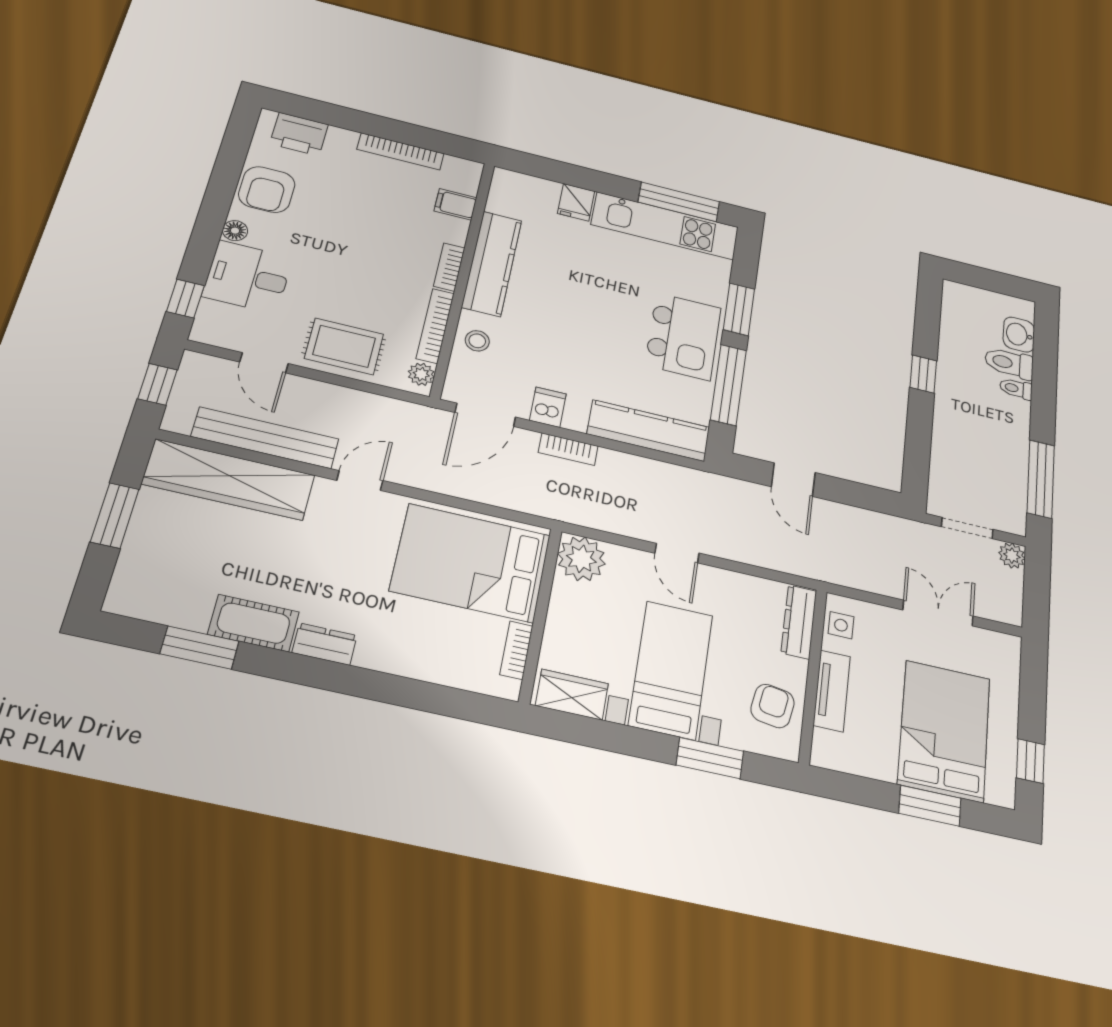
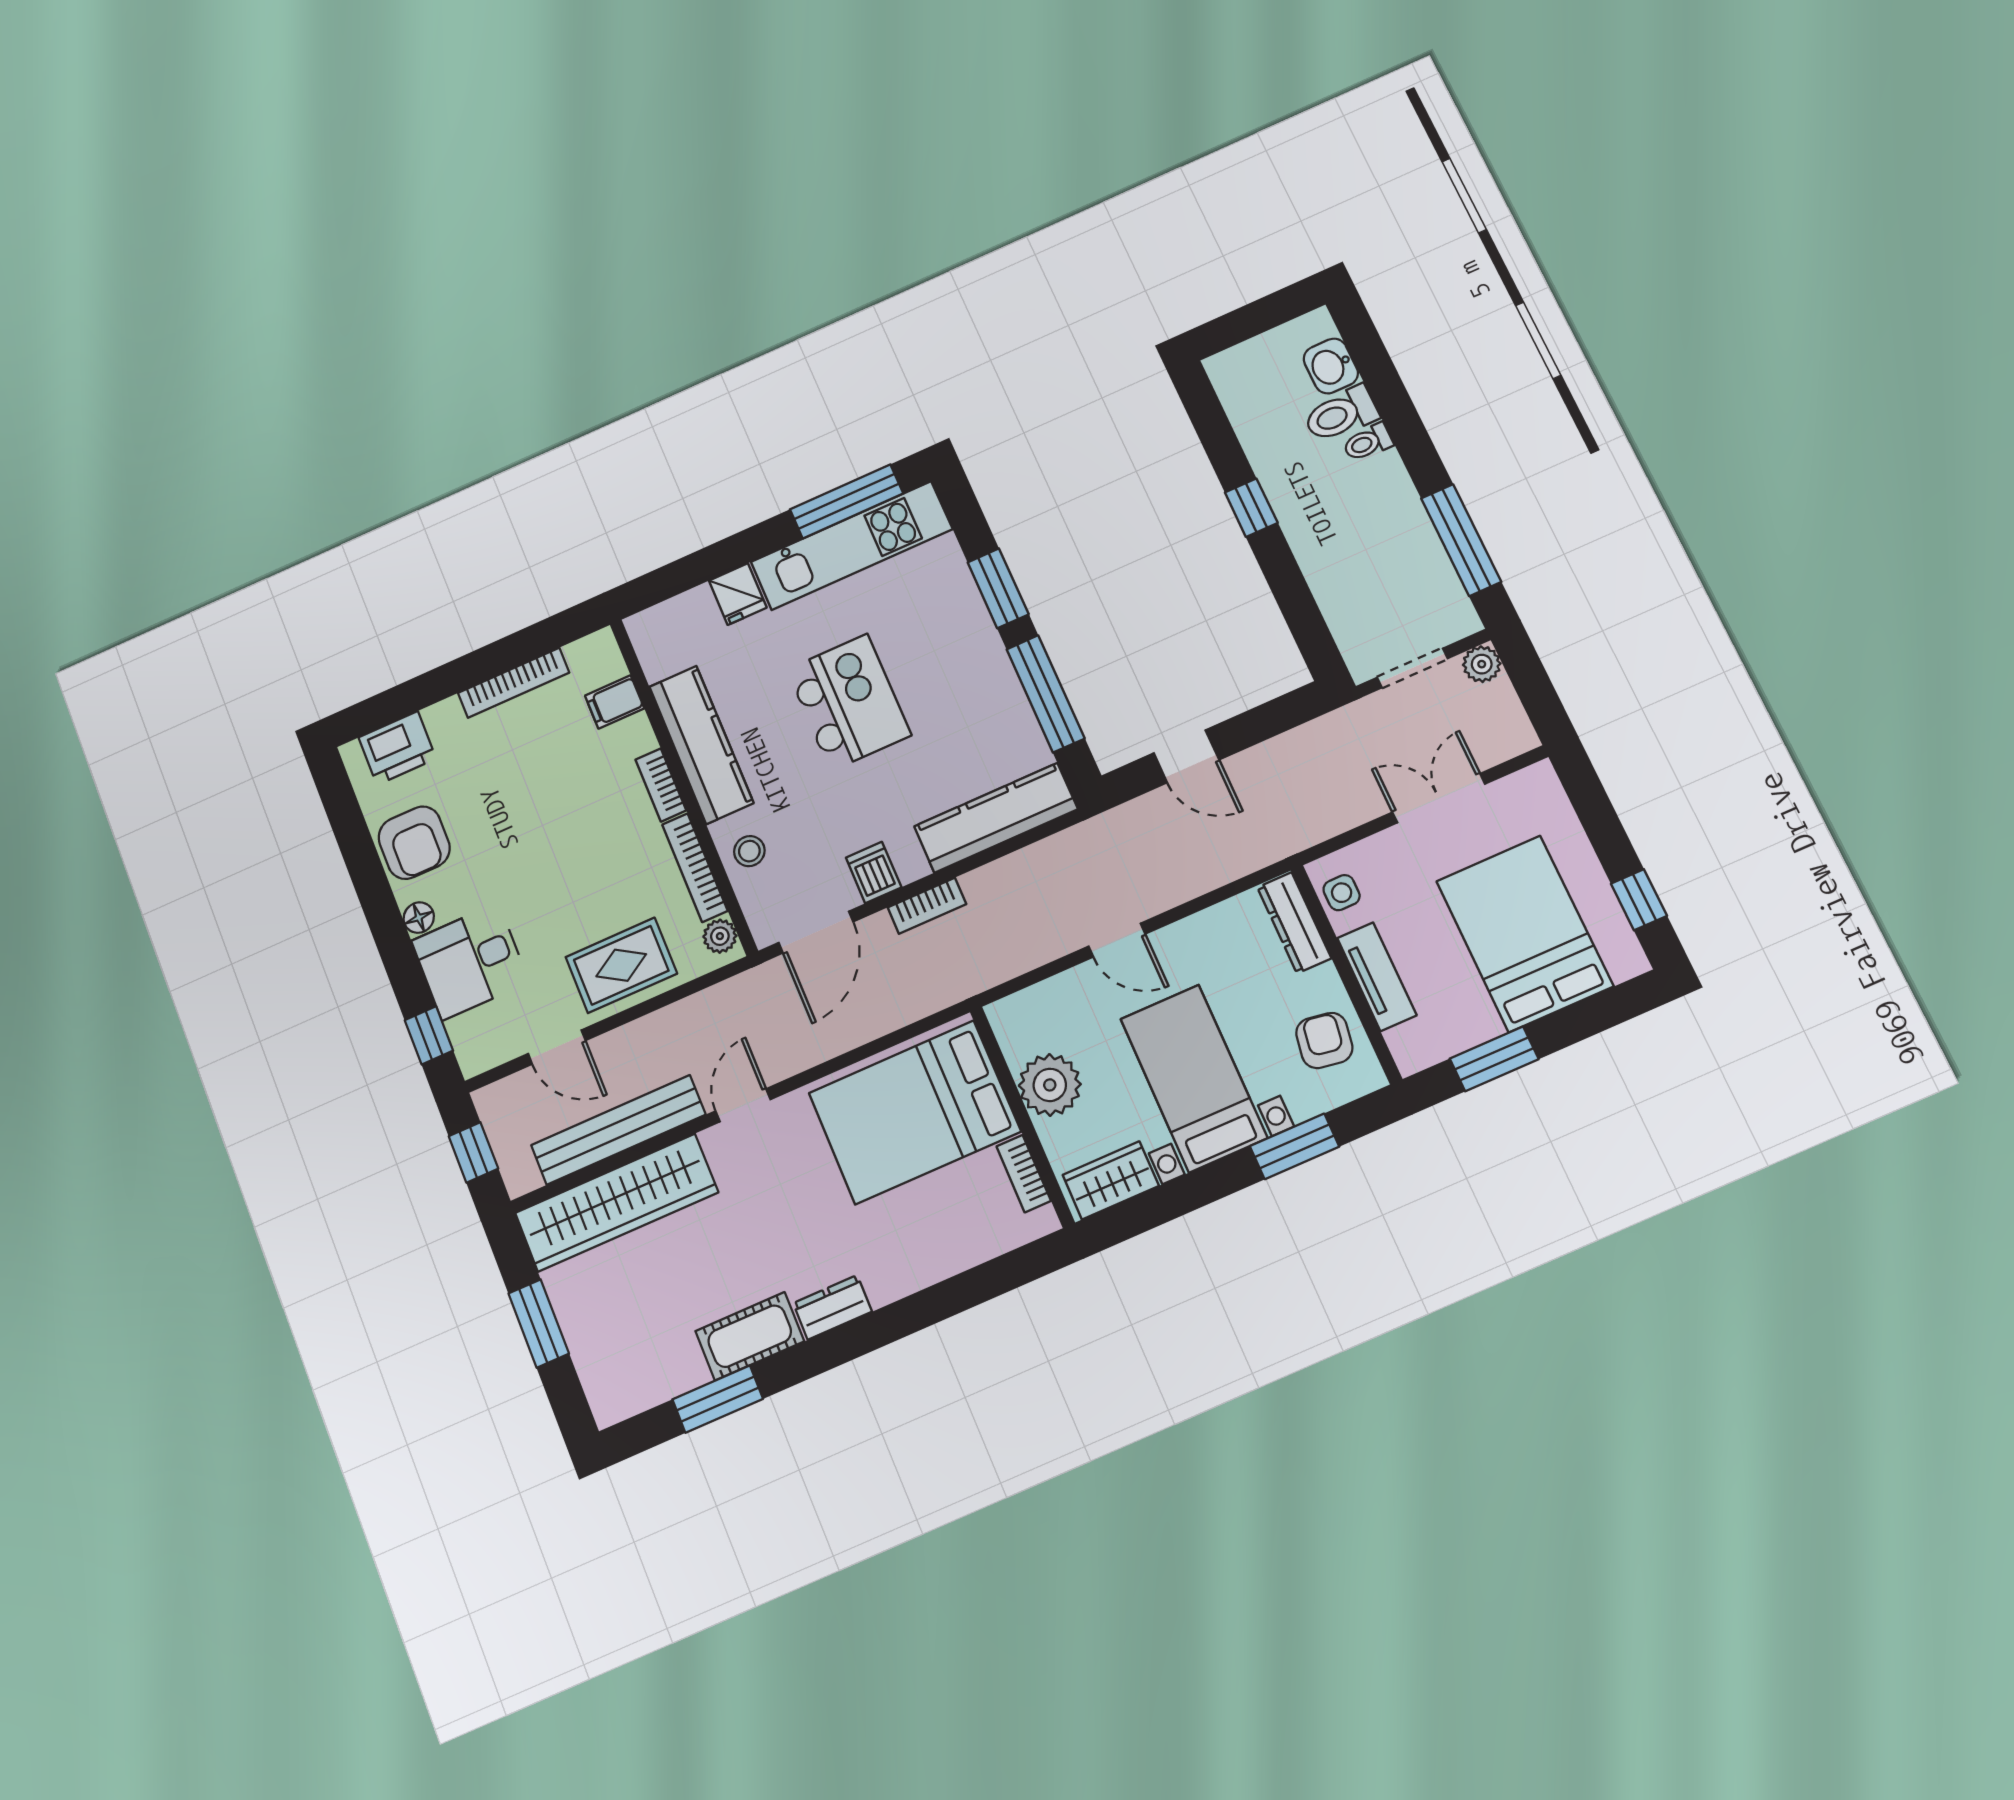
kitchen island: (683, 336) -> (849, 702), moved
plant: (581, 559) -> (1050, 1085), moved
window: (930, 806) -> (1494, 1059), moved

